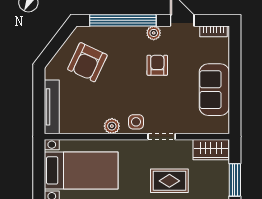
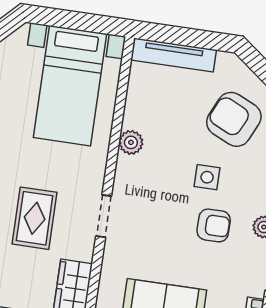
side table: (136, 122) -> (207, 177), moved

